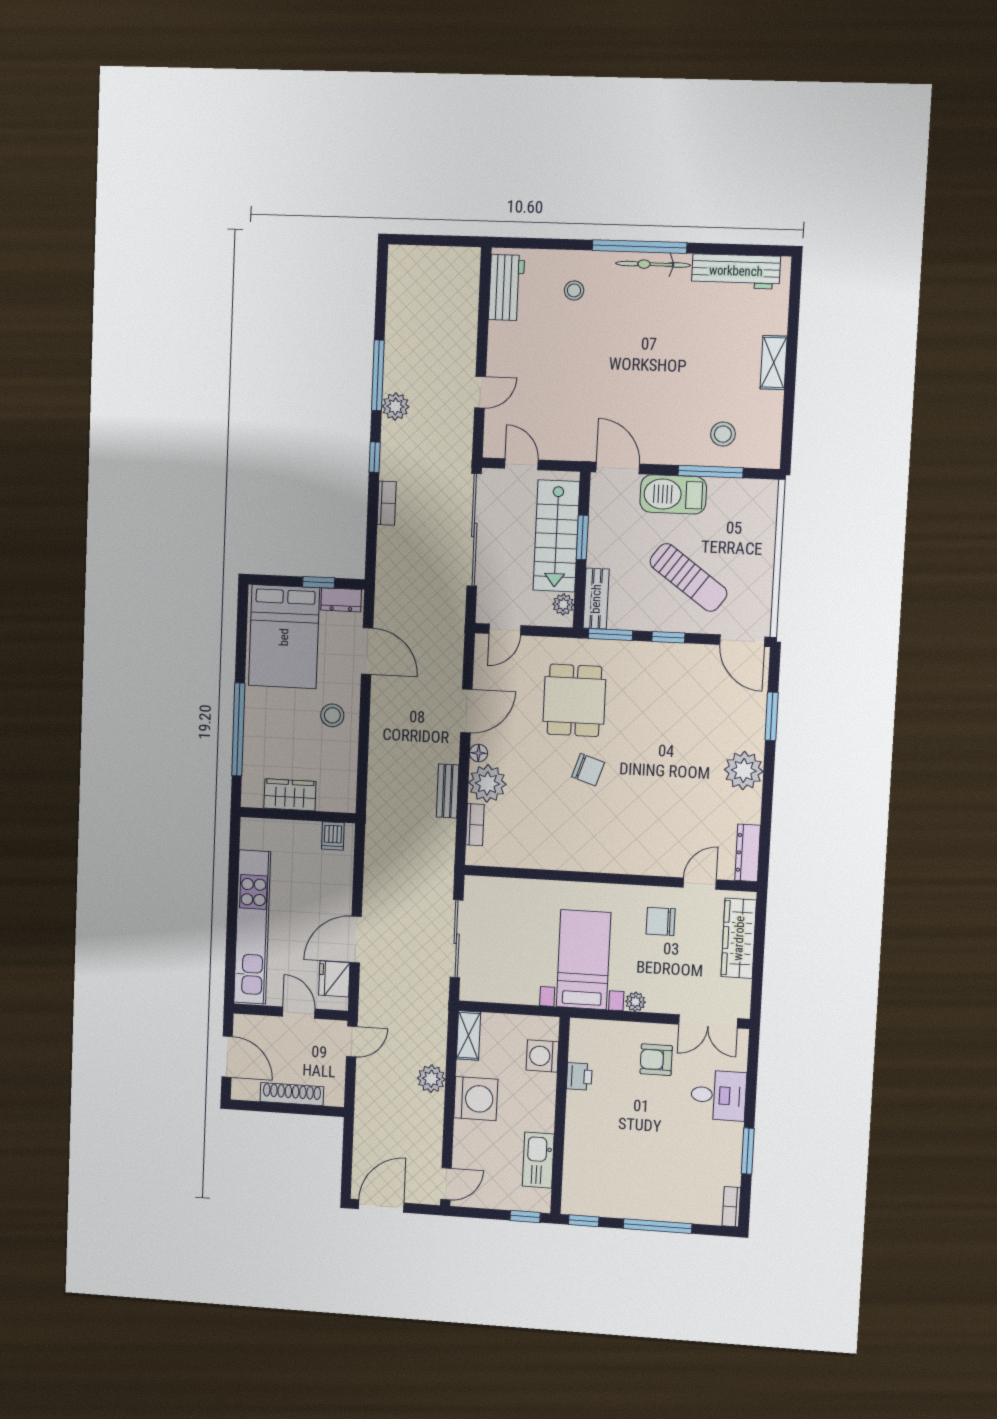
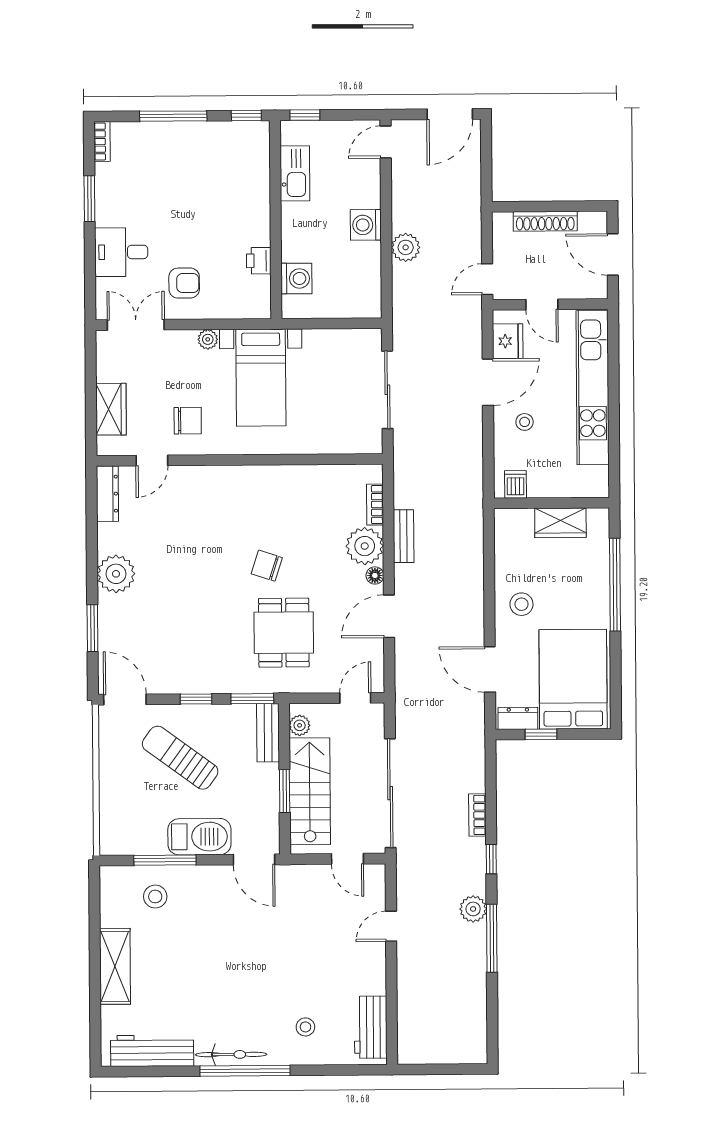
shelving: (774, 362) -> (115, 966), width x1.50, depth x1.33
stool: (321, 898) -> (525, 422), added
wardrobe: (739, 938) -> (111, 409), width x0.67
shelving: (468, 1035) -> (371, 294), removed
washing machine: (476, 1099) -> (366, 225), width x0.73, depth x0.73

